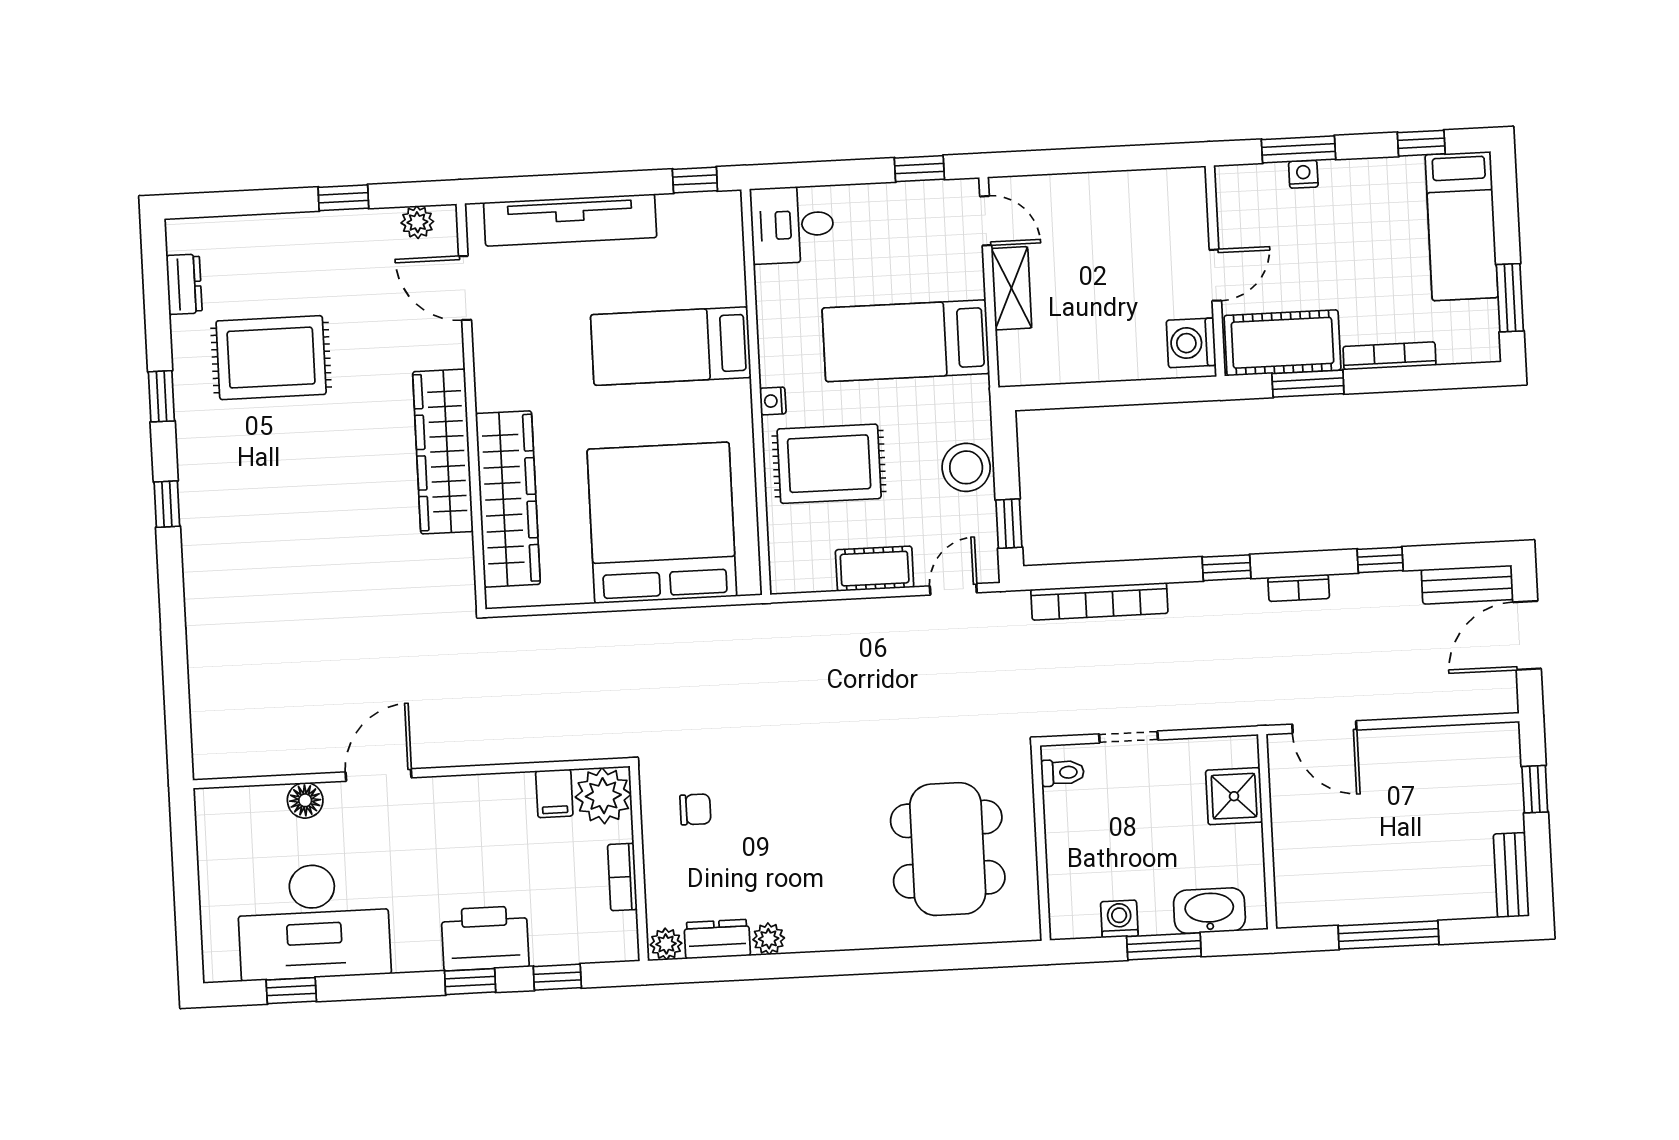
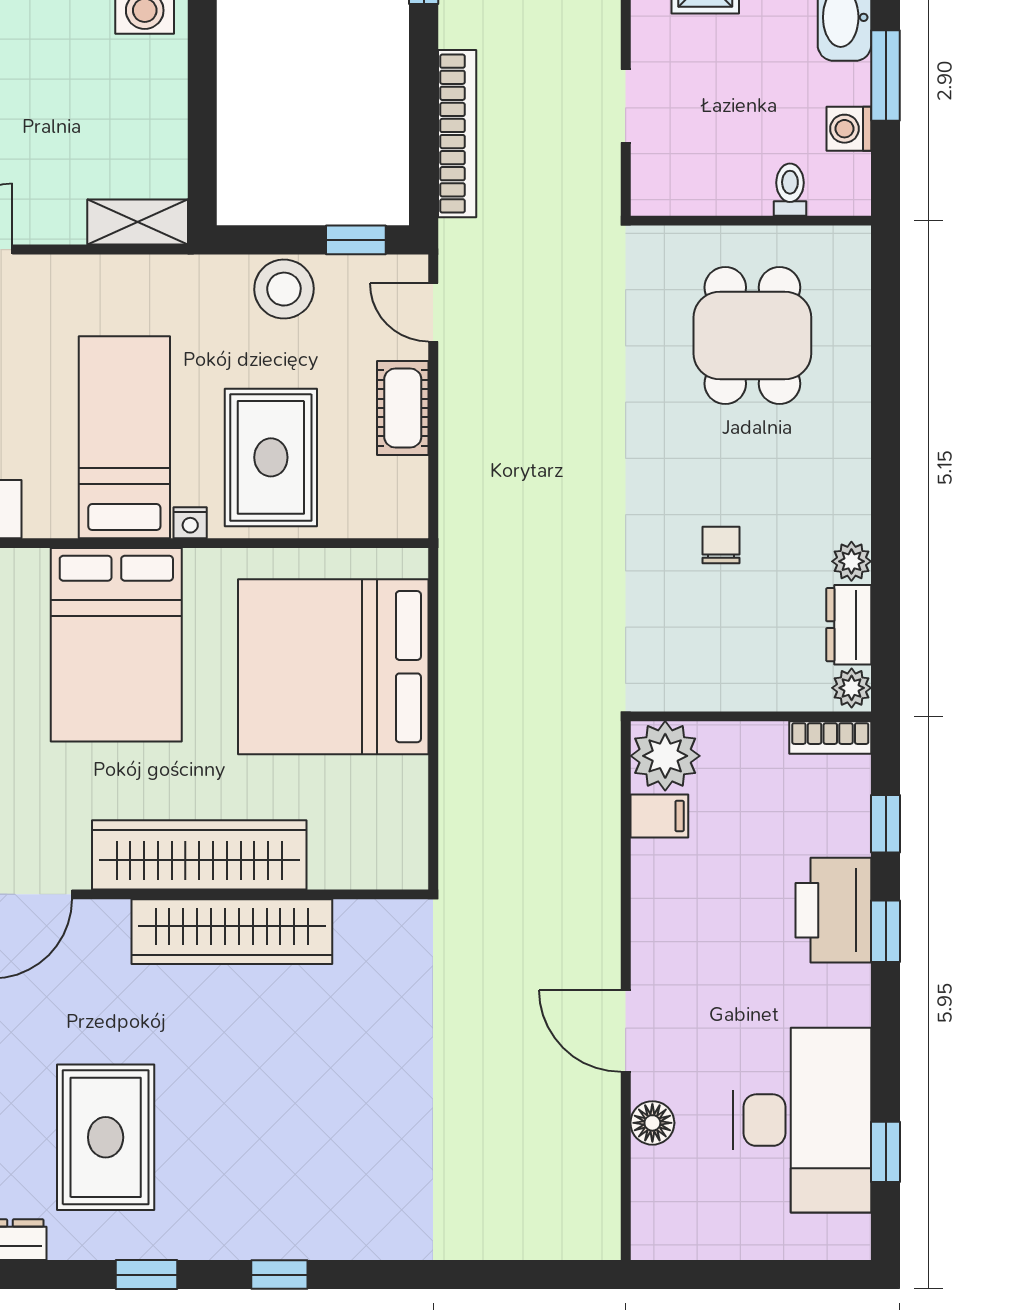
shelving: (1011, 288) -> (138, 222), moved
bed: (906, 341) -> (124, 437), moved, turned 180
bed: (671, 346) -> (116, 645), width x1.50
wardrobe: (508, 499) -> (199, 855), moved
toilet: (1062, 773) -> (790, 190), moved
chair: (695, 809) -> (721, 545), moved
dining table: (948, 849) -> (752, 335), width x0.73
bookcase: (622, 877) -> (830, 737), moved

